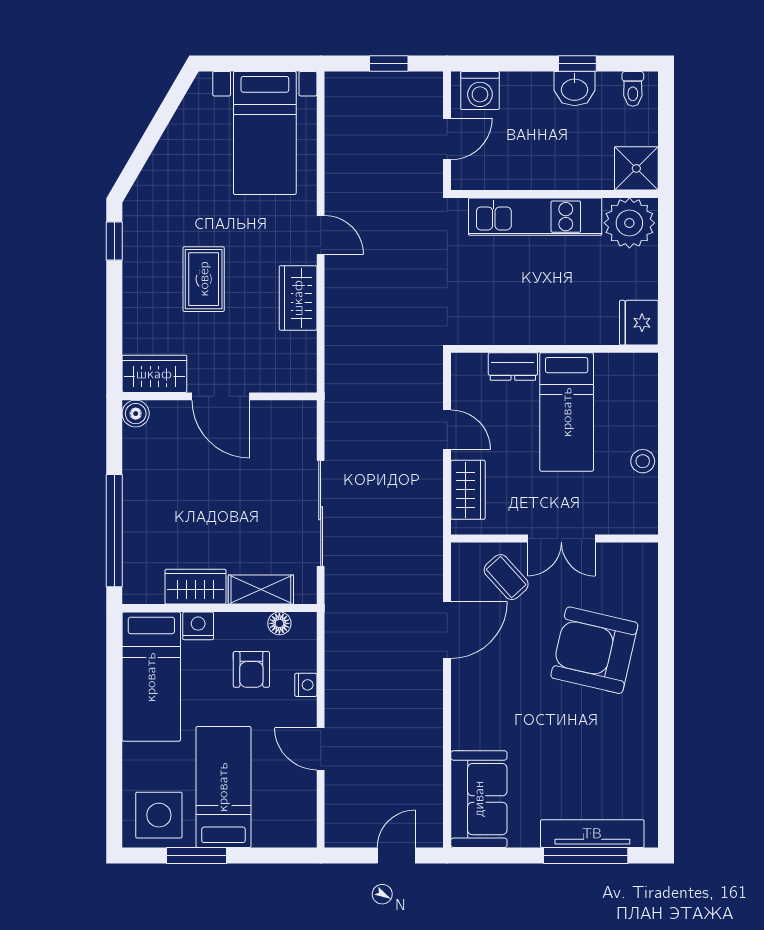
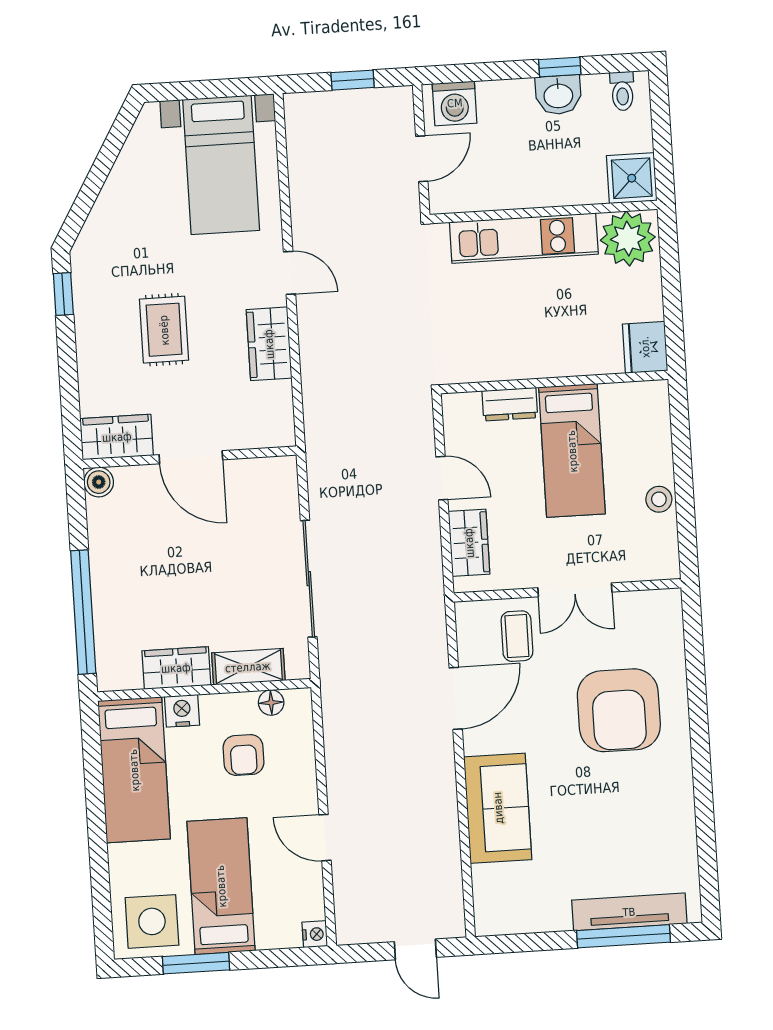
coffee table: (506, 577) -> (517, 636), turned 42
armchair: (594, 650) -> (619, 710), turned -103
nightstand: (306, 685) -> (315, 934), moved
sofa: (479, 799) -> (498, 808), moved
door: (396, 855) -> (415, 949), swing flipped

